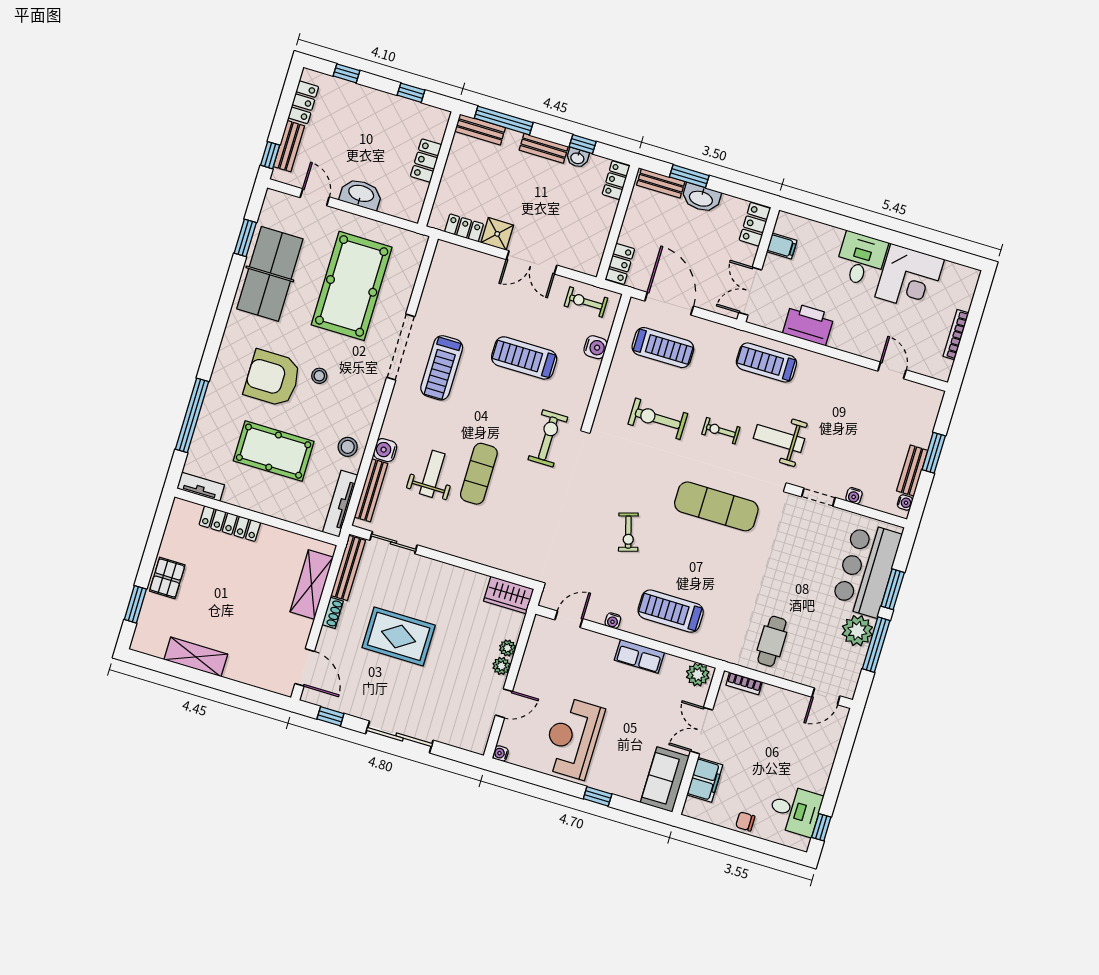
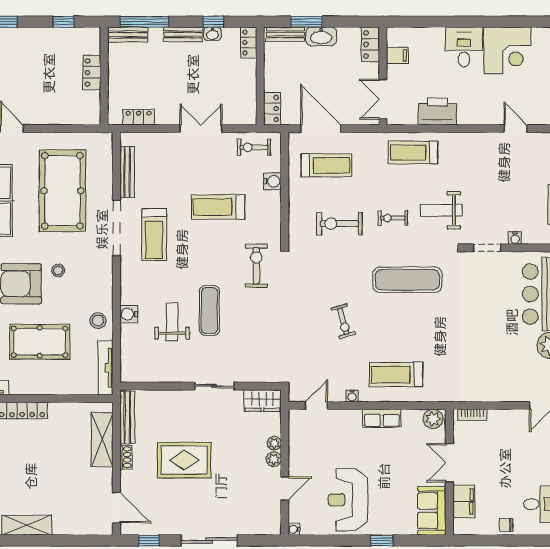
washbasin: (361, 194) -> (48, 115), removed
shower: (497, 234) -> (167, 114), removed
double door: (532, 262) -> (201, 129), swing flipped
bench: (371, 490) -> (127, 172), moved
sliding door: (394, 543) -> (214, 386), moved
cafe table: (772, 641) -> (484, 374), removed

